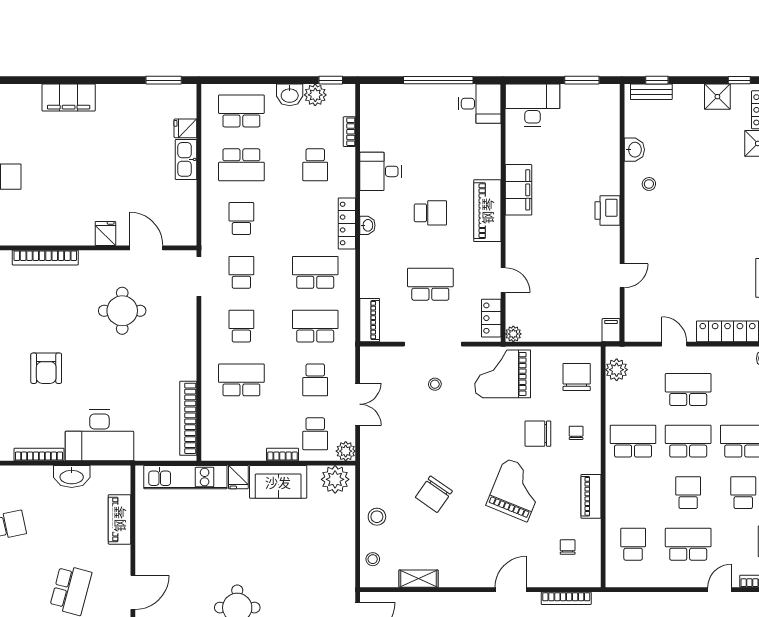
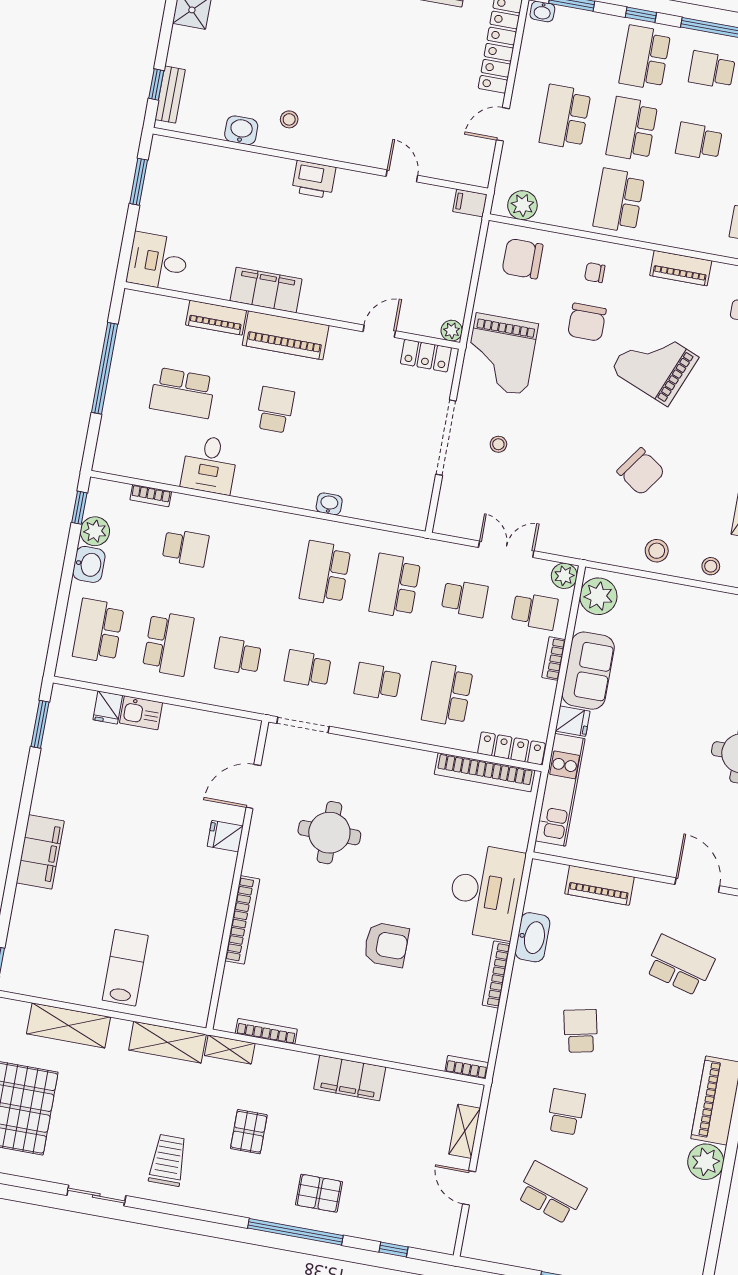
desk: (479, 104) -> (145, 320), removed
desk: (533, 105) -> (158, 261), width x0.73
kitchen sink: (186, 159) -> (141, 713), width x0.73
locker: (347, 224) -> (511, 748), moved, turned 180
washbasin: (367, 225) -> (329, 504), moved
school desk: (430, 284) -> (182, 393), moved, turned -90
piano: (370, 320) -> (216, 318), moved, turned 180

